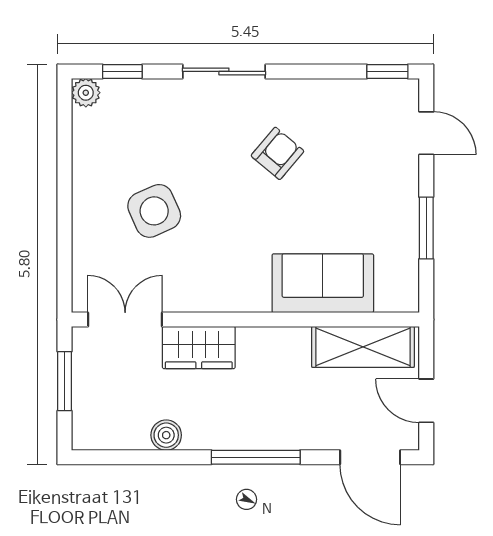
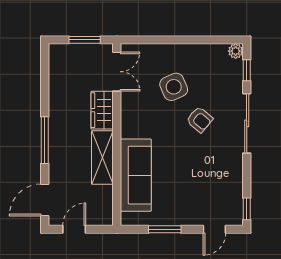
sliding door: (224, 71) -> (247, 123), width x1.37
armchair: (277, 153) -> (200, 120), moved
sofa: (323, 283) -> (136, 175), width x1.36
shelving: (363, 347) -> (102, 158), moved
boiler: (166, 435) -> (56, 93), removed

